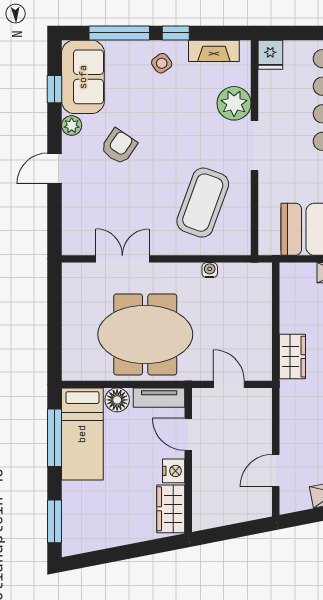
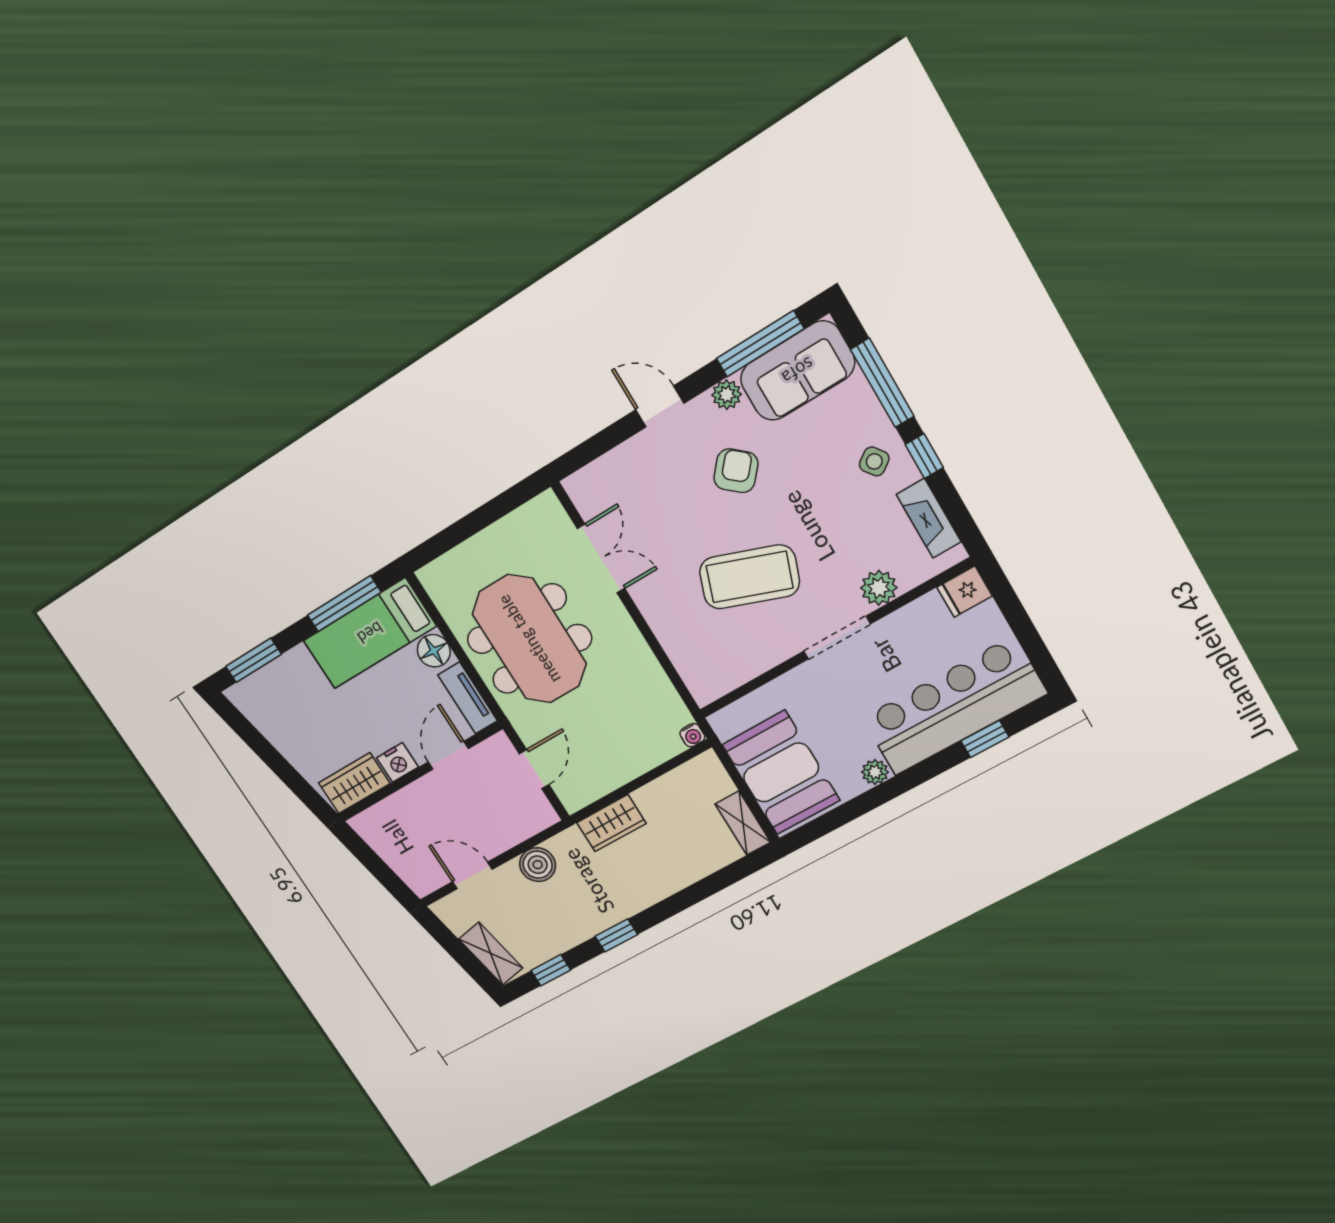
window: (55, 89) -> (760, 344), width x2.17
plant: (234, 103) -> (879, 588), width x0.73, depth x0.73
armchair: (119, 146) -> (736, 471), turned -83
coffee table: (203, 203) -> (750, 577), moved
water cooler: (210, 270) -> (692, 735), moved, turned 90
boiler: (293, 422) -> (538, 865), added

